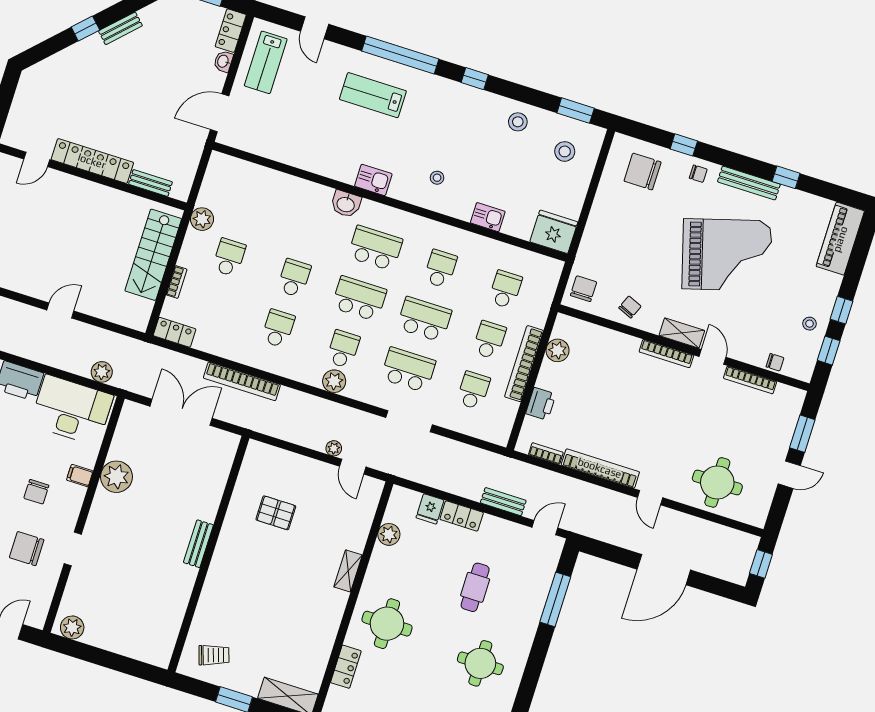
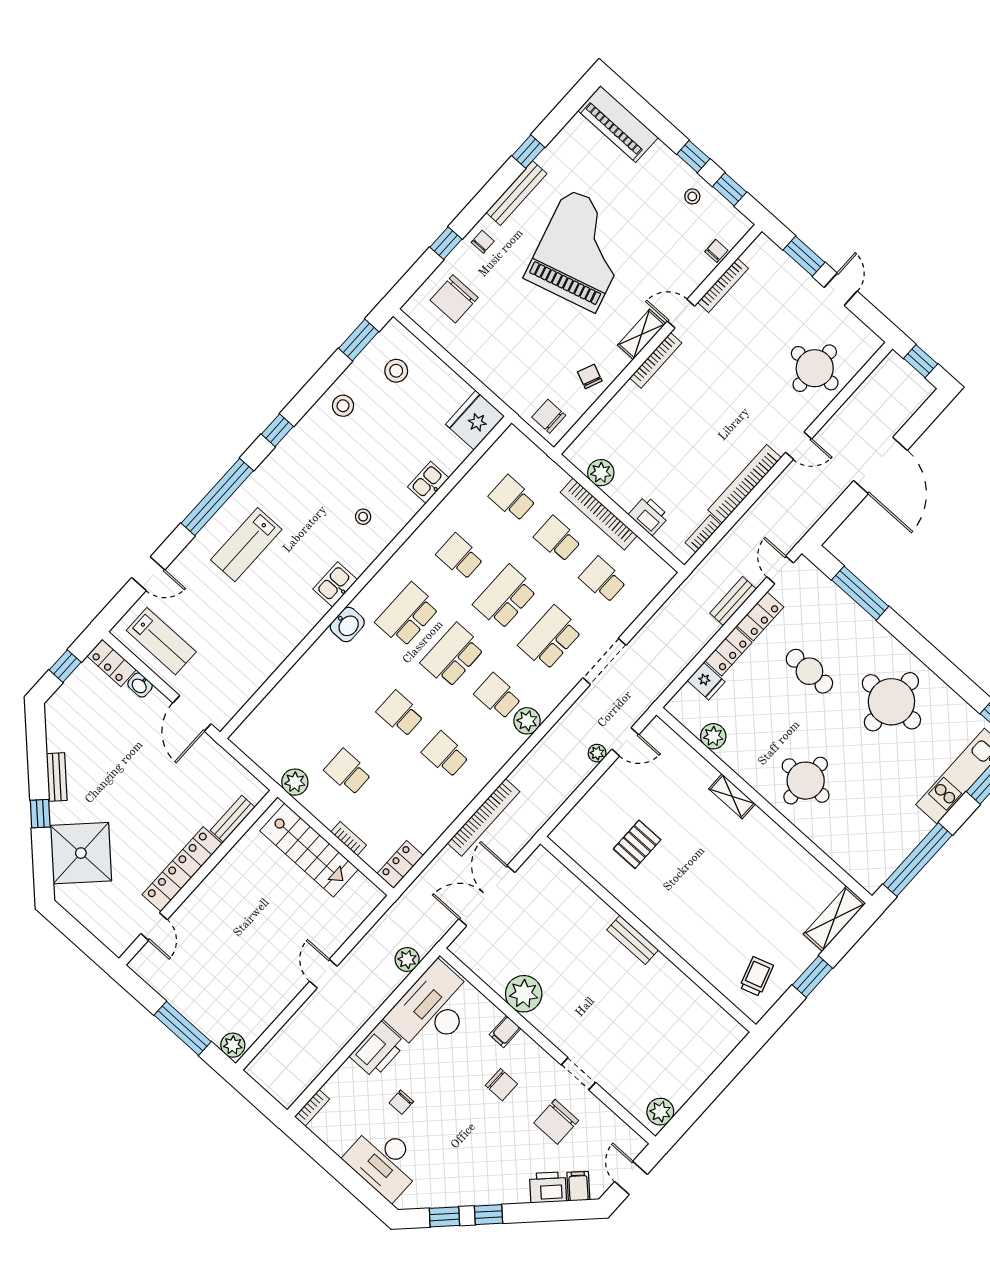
shower: (69, 75) -> (81, 853), added
round table: (480, 663) -> (891, 702), width x1.36, depth x1.36
locker: (346, 667) -> (760, 616), moved, turned 90

